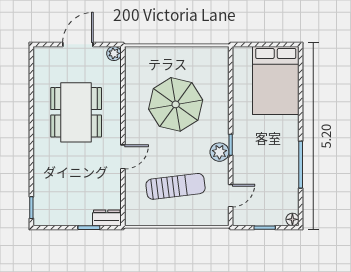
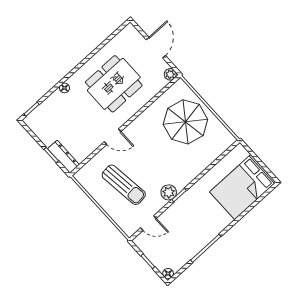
door: (78, 44) -> (156, 48), hinge flipped
parasol: (176, 104) -> (185, 122), moved
floor lamp: (39, 160) -> (64, 88), added
dresser: (107, 218) -> (64, 157), width x1.44

